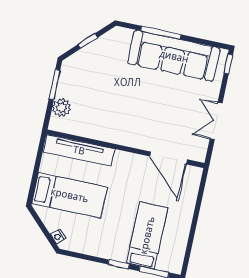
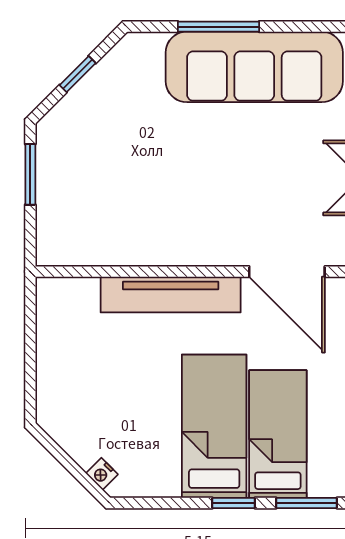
plant: (61, 108) -> (54, 217), removed
tv unit: (79, 150) -> (171, 295), moved
bed: (70, 195) -> (214, 426), moved, turned -90

